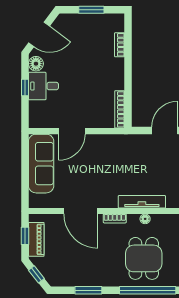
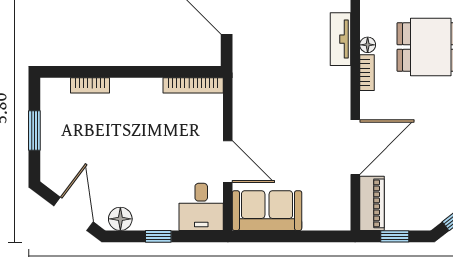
desk: (43, 86) -> (201, 207), moved
sofa: (41, 164) -> (267, 211), width x0.73
tv unit: (142, 202) -> (340, 39), width x0.71
bookcase: (115, 218) -> (367, 73), moved
piano: (36, 239) -> (372, 203), moved, turned 90

